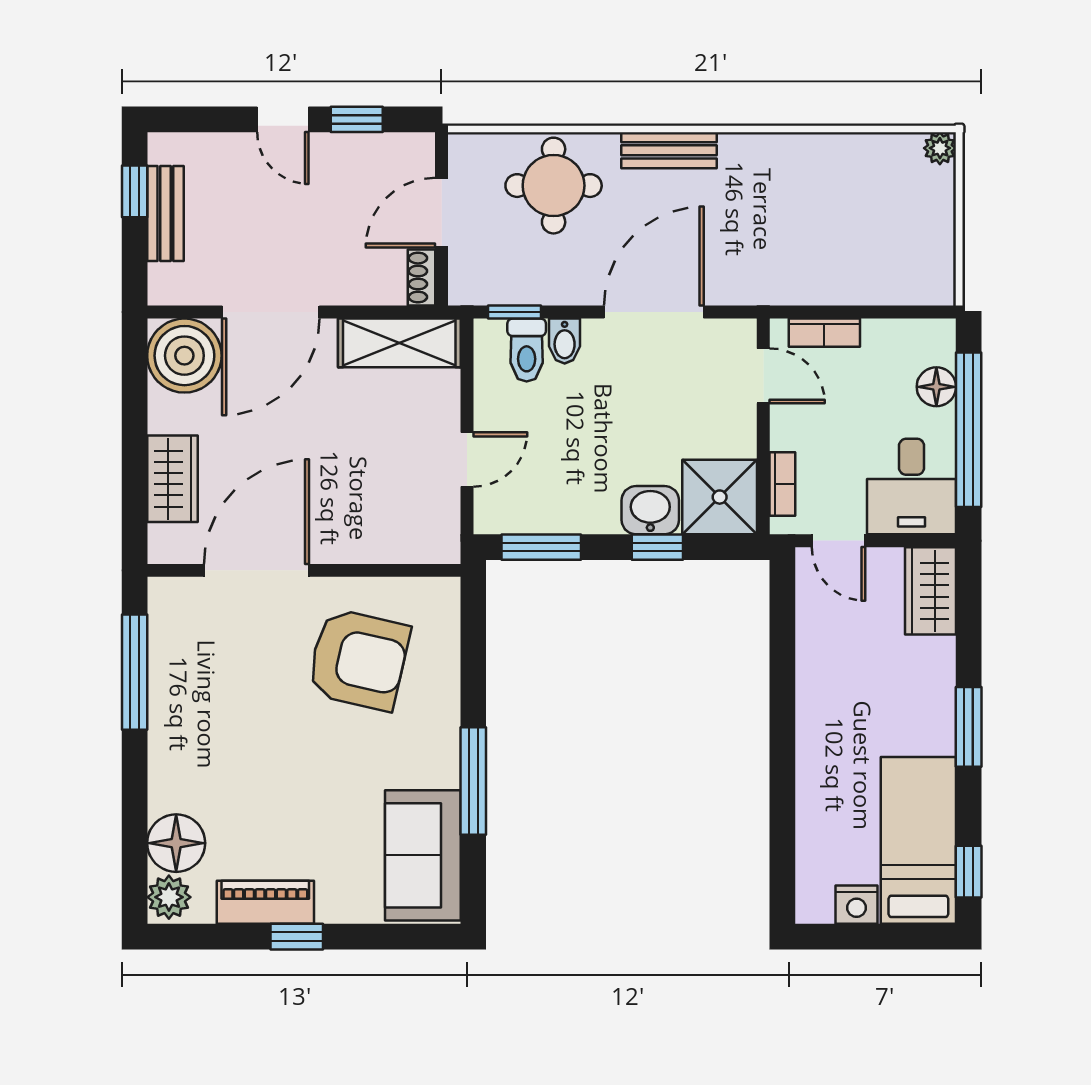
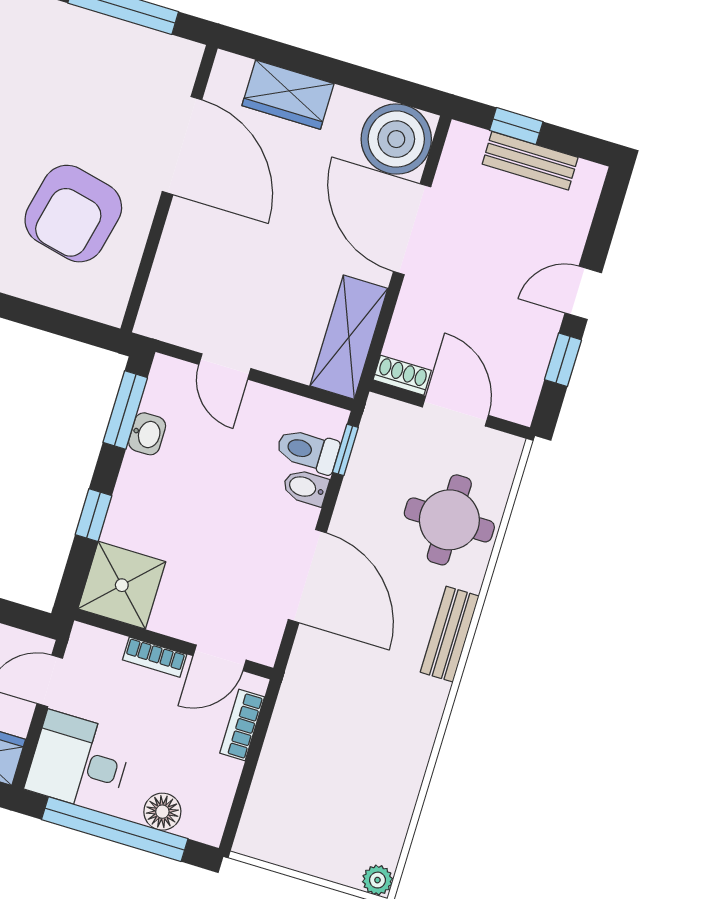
window: (135, 191) -> (516, 126), moved
bookcase: (782, 484) -> (155, 657), moved
washbasin: (650, 510) -> (147, 434), moved, width x0.72, depth x0.69

